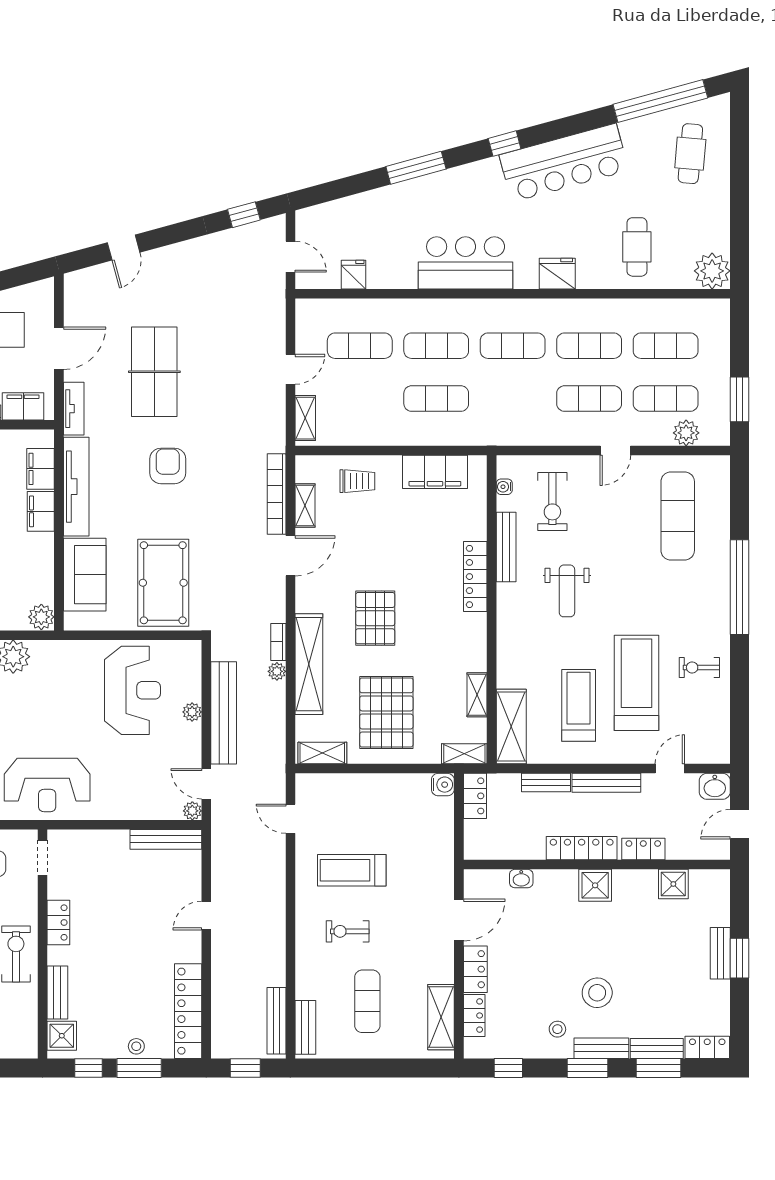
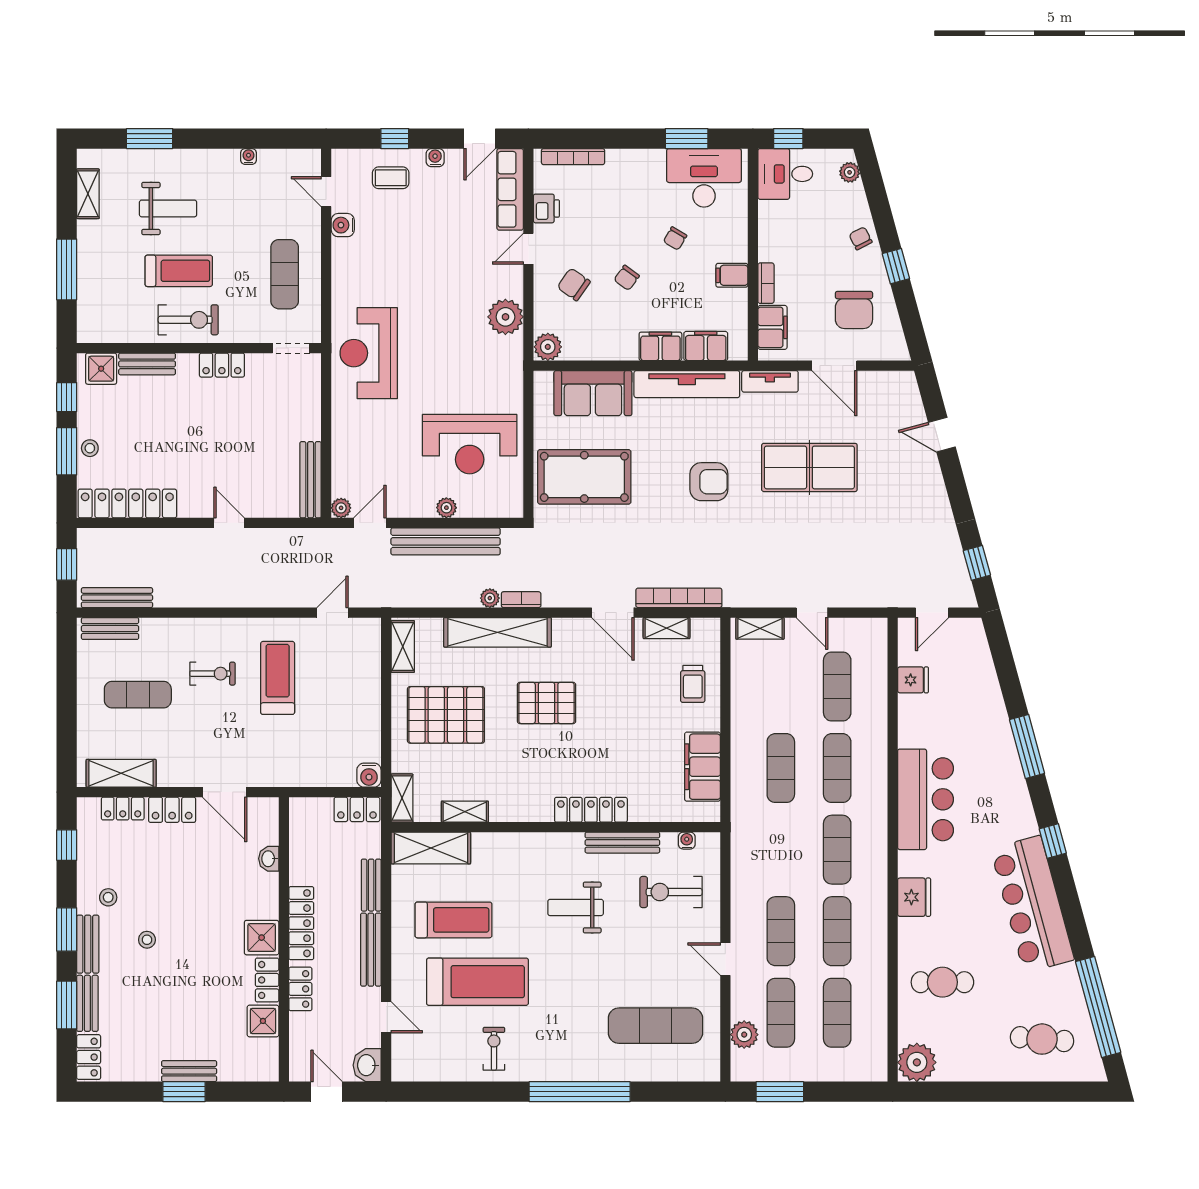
locker: (635, 880) -> (267, 980), added
exercise bike: (348, 931) -> (212, 674), turned 90
stool: (597, 993) -> (147, 940), width x0.53, depth x0.53

